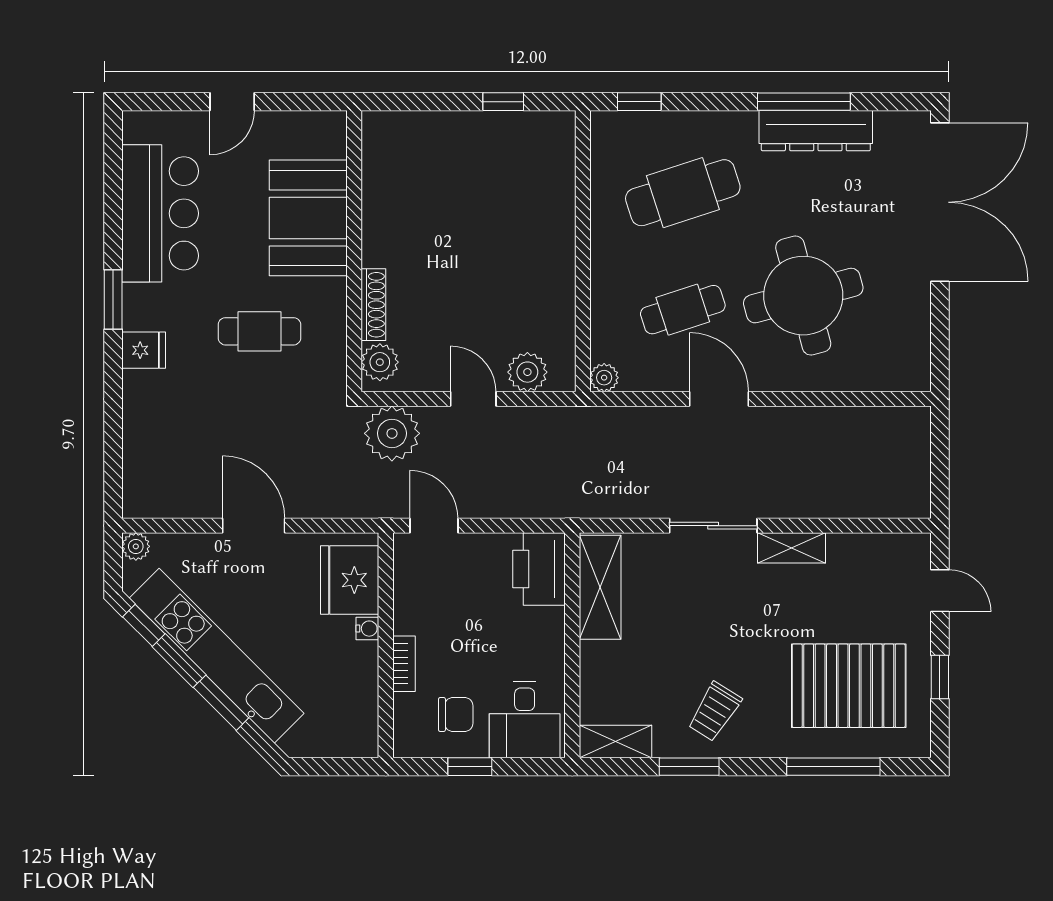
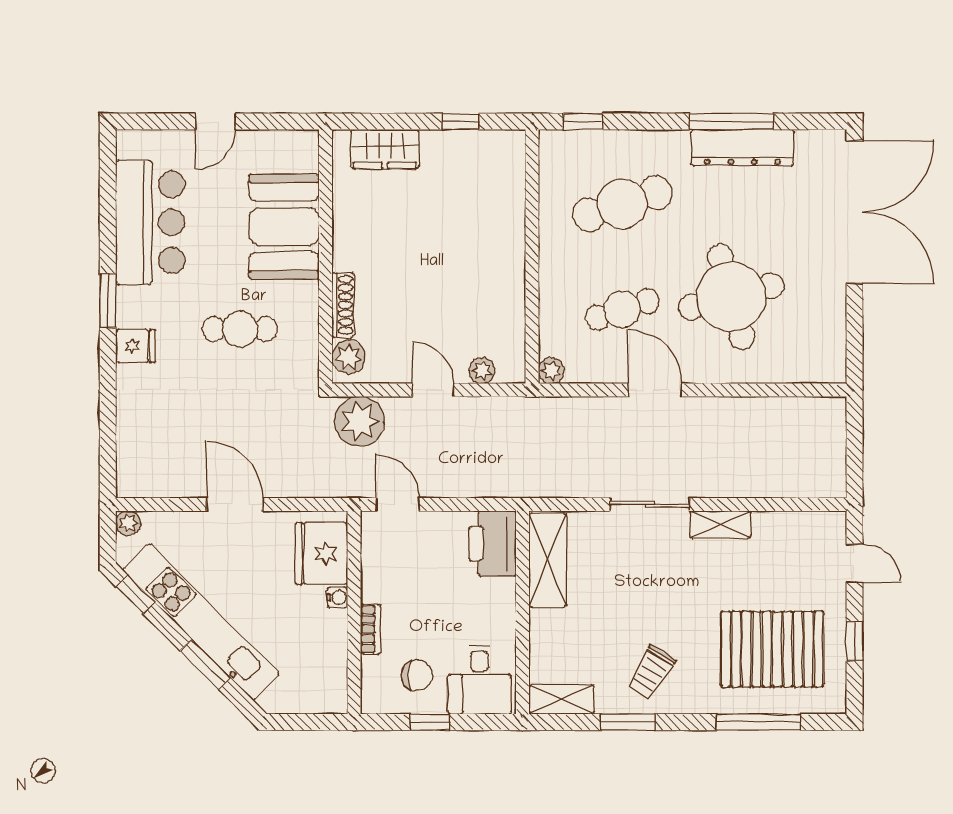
wardrobe: (420, 132) -> (385, 149), added
plant: (527, 372) -> (482, 371), width x0.73, depth x0.73

